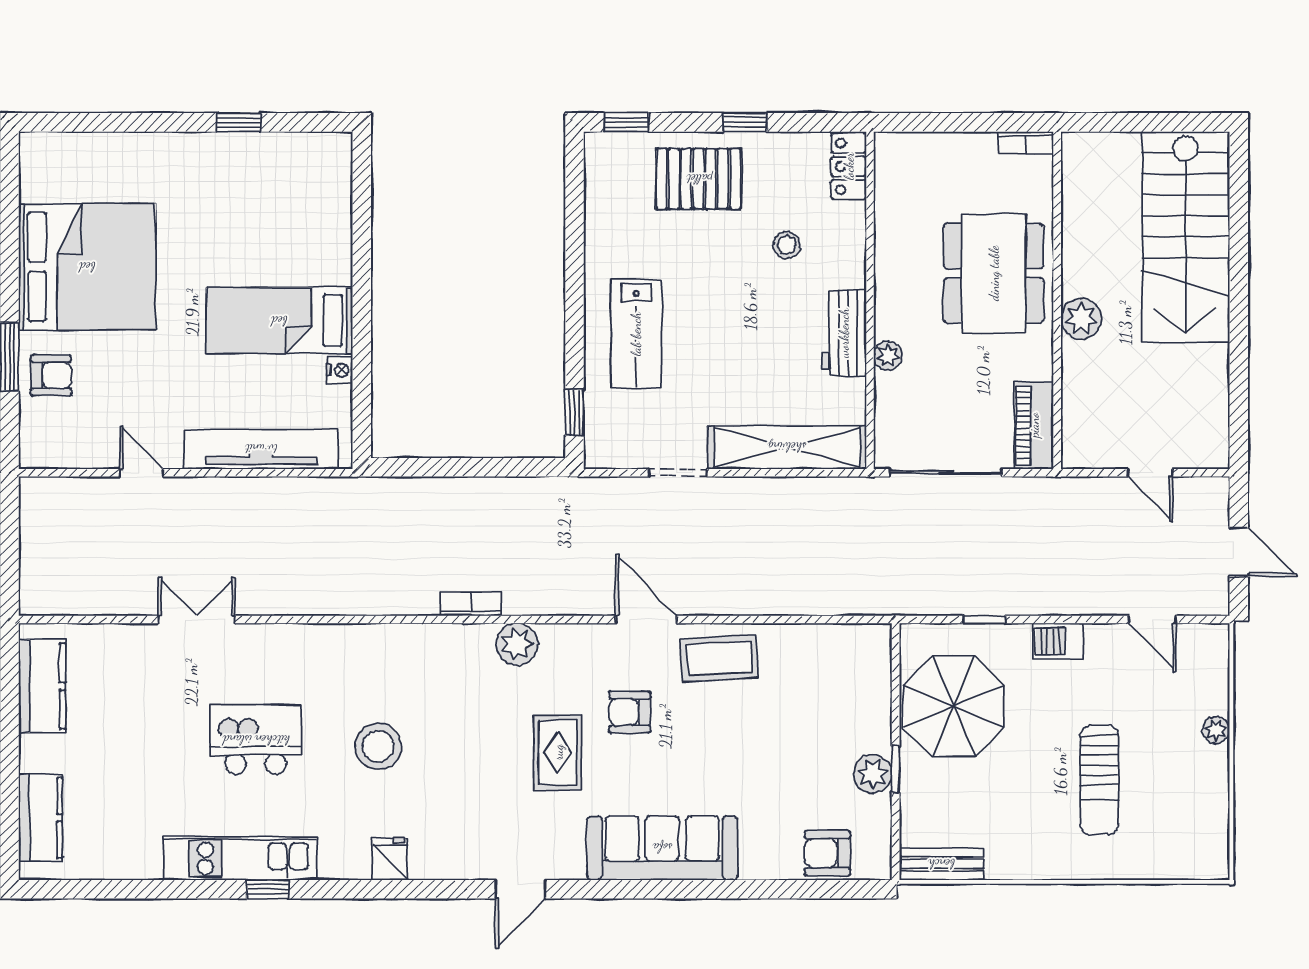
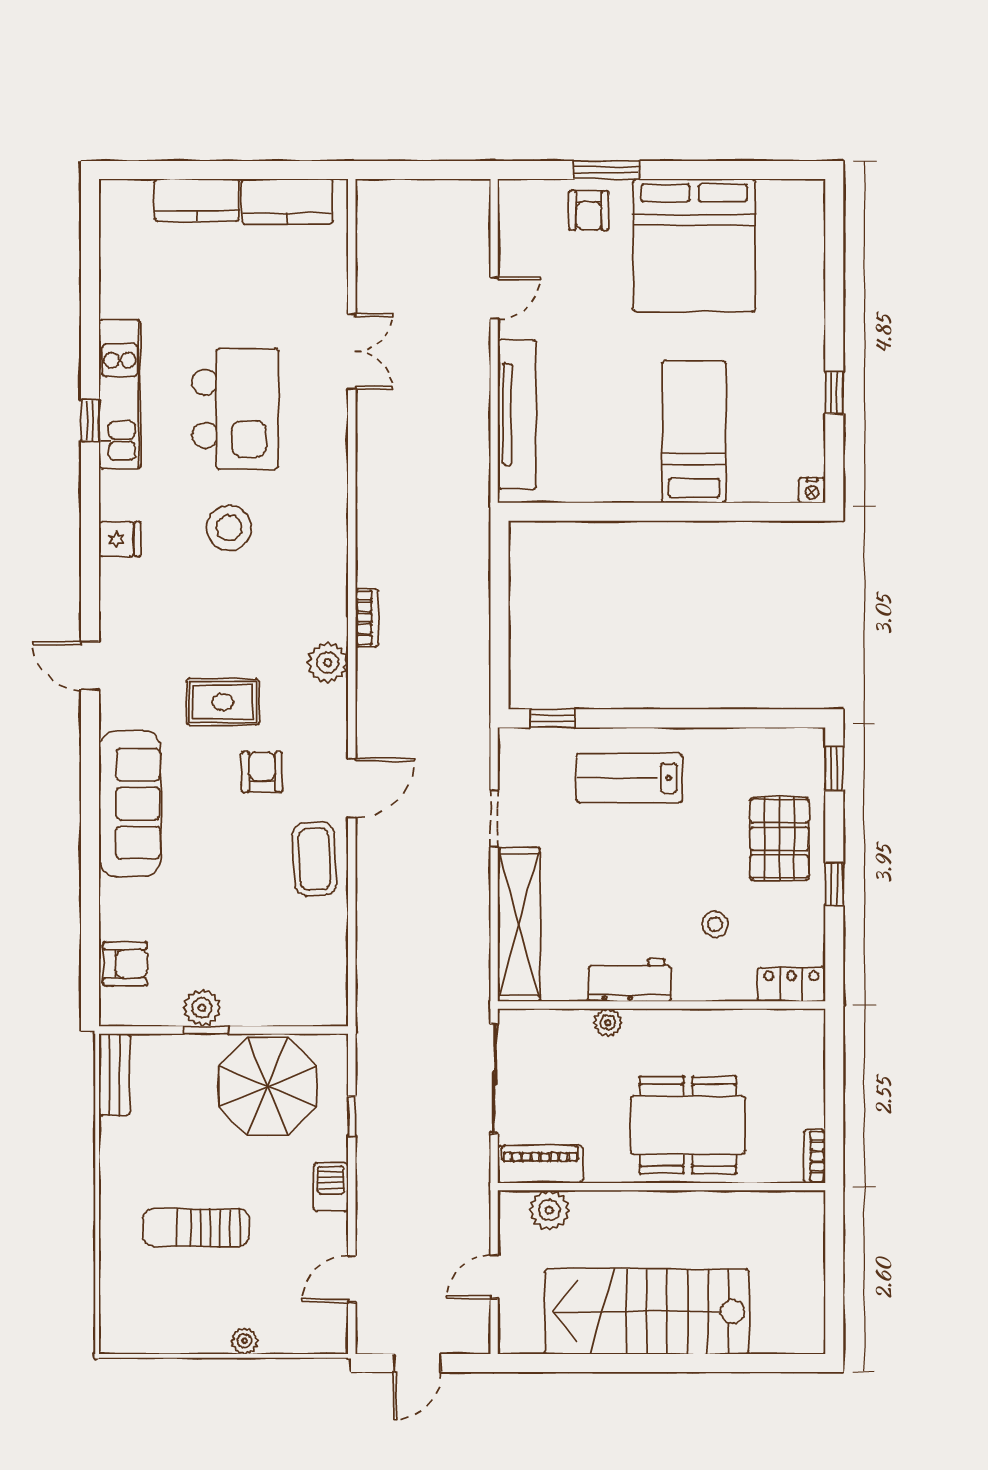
stairs: (1186, 237) -> (647, 1311), moved
plant: (1081, 319) -> (549, 1210), moved
bed: (279, 321) -> (694, 432), moved
nightstand: (340, 370) -> (812, 490), moved
kitchen island: (256, 740) -> (235, 409), width x1.37, depth x1.28
kitchen counter: (40, 818) -> (197, 200), moved
armchair: (827, 853) -> (125, 964), turned 90

